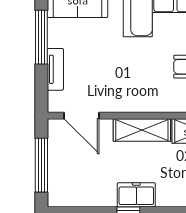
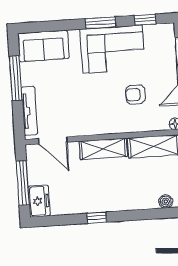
tv unit: (55, 69) -> (29, 111), width x1.41
freezer: (136, 195) -> (39, 201), moved, turned 90

